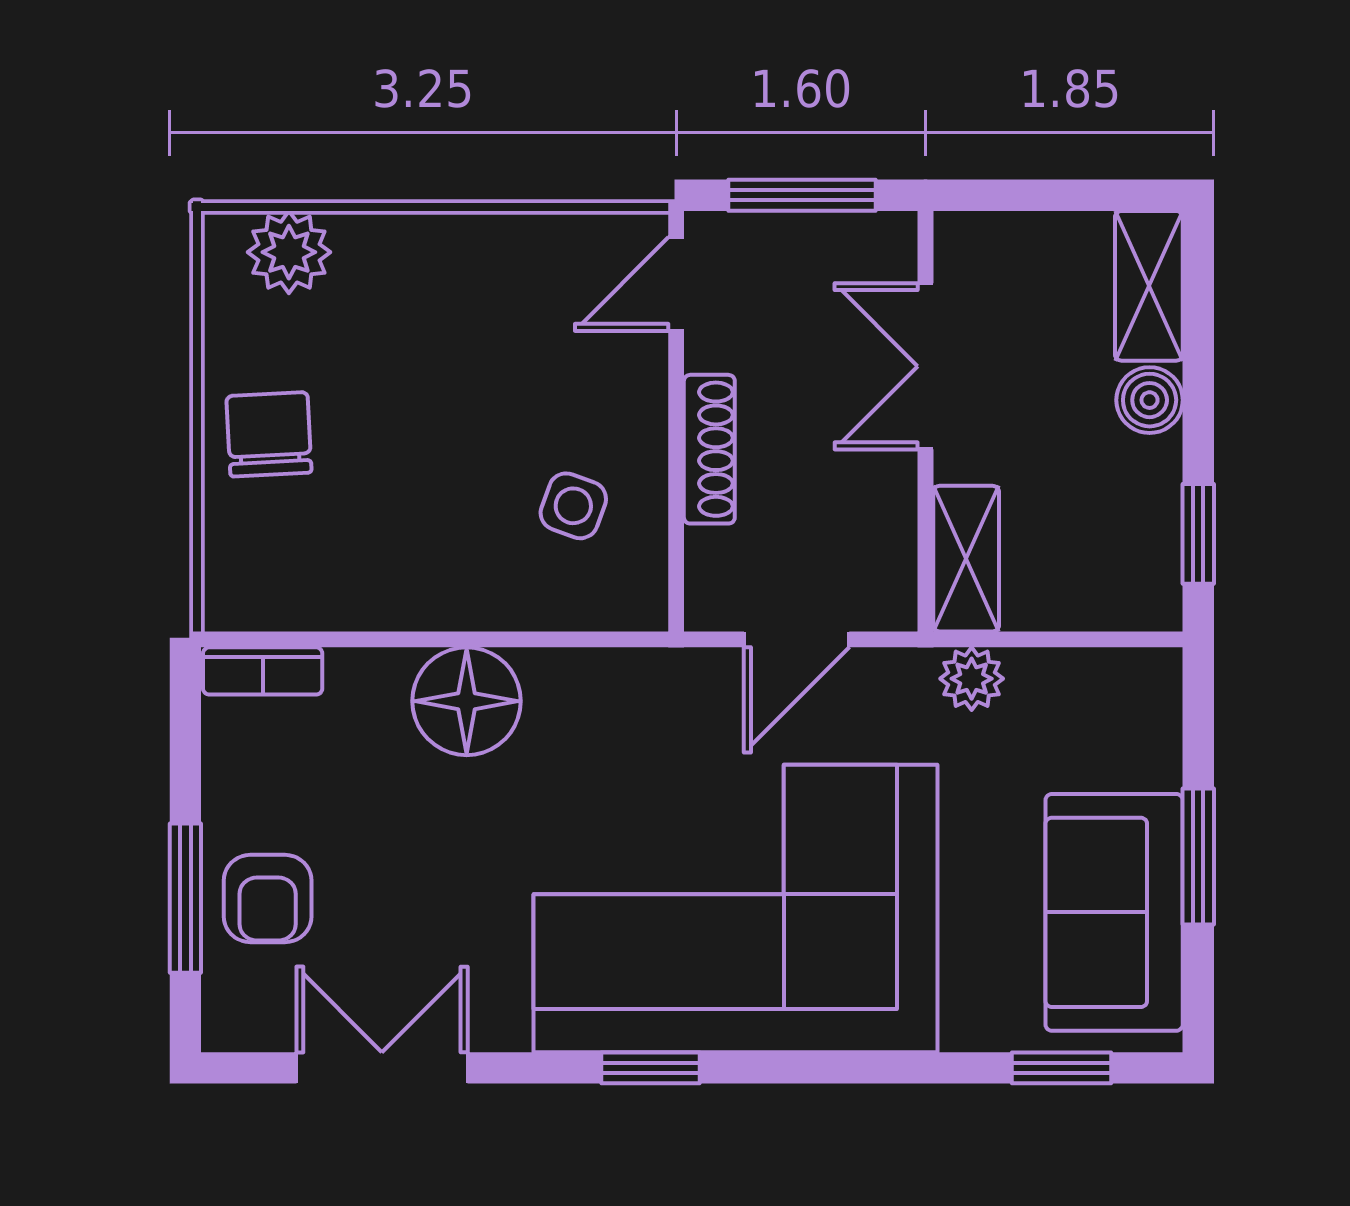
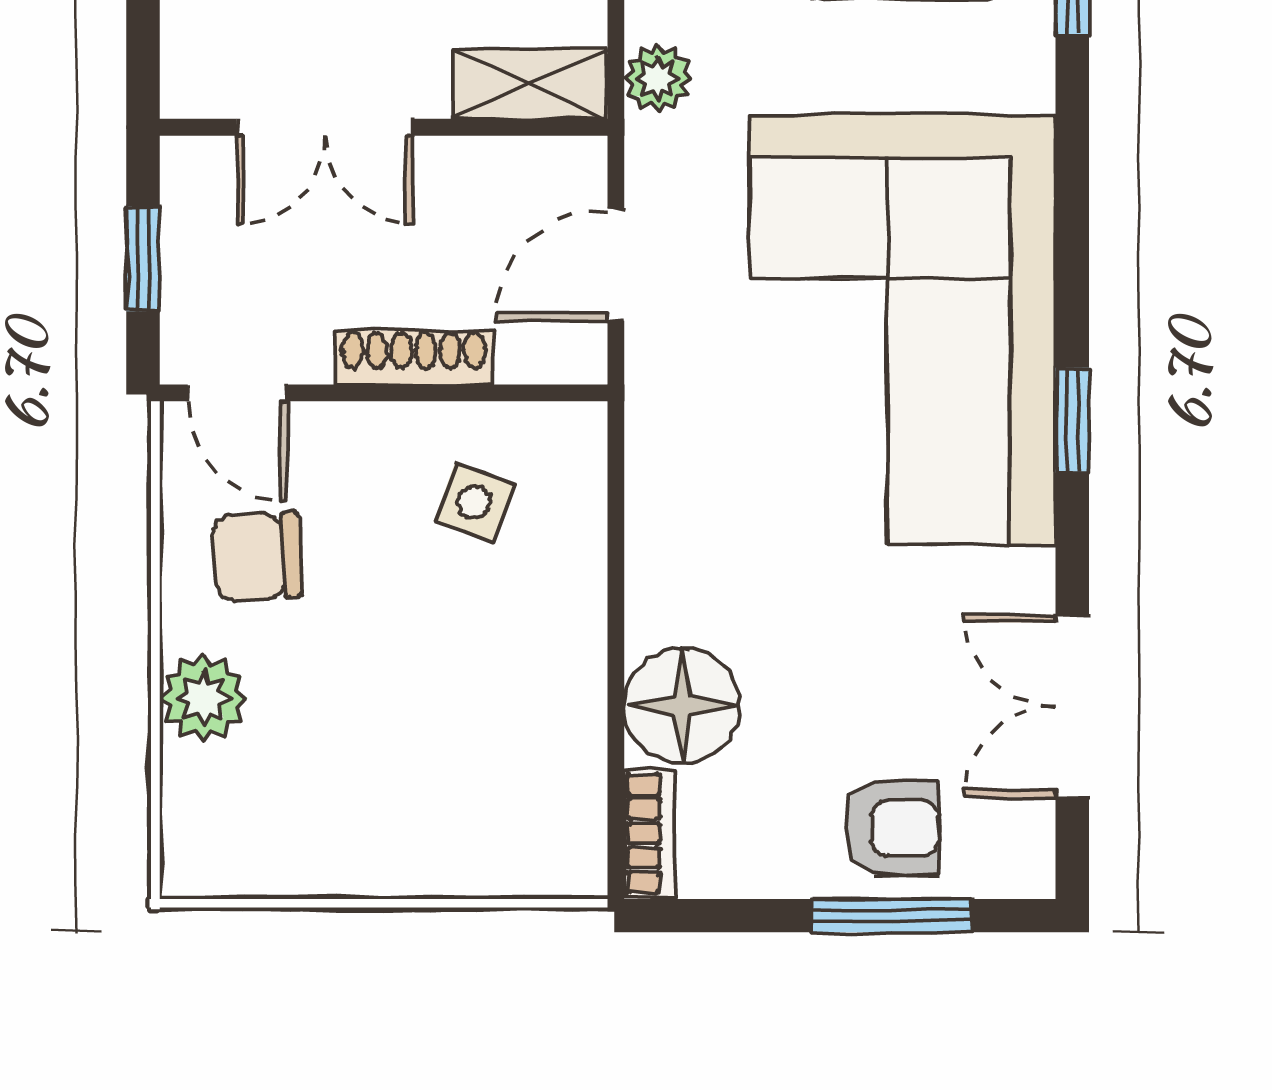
window: (802, 195) -> (143, 259), width x0.67
plant: (289, 252) -> (204, 698), moved
chair: (269, 434) -> (257, 556), moved
door: (797, 639) -> (616, 265), swing flipped
floor lamp: (467, 701) -> (682, 706), moved

